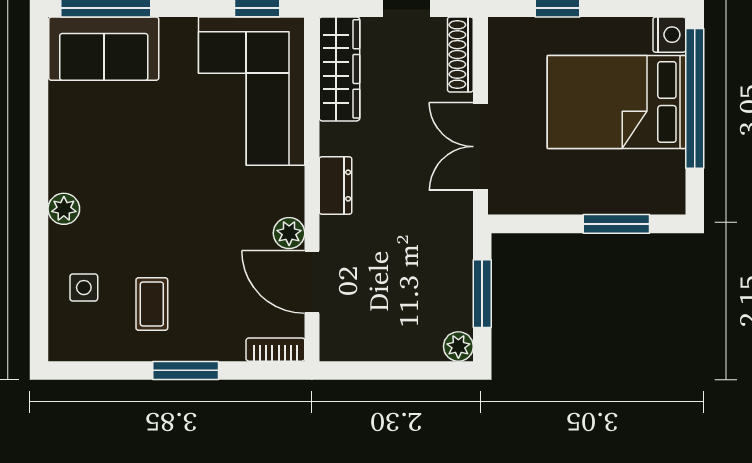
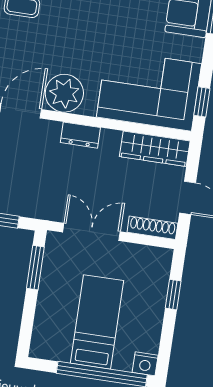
bed: (616, 102) -> (97, 322), width x0.67
window: (616, 224) -> (35, 268), moved
plant: (289, 233) -> (64, 93), width x1.88, depth x1.88

